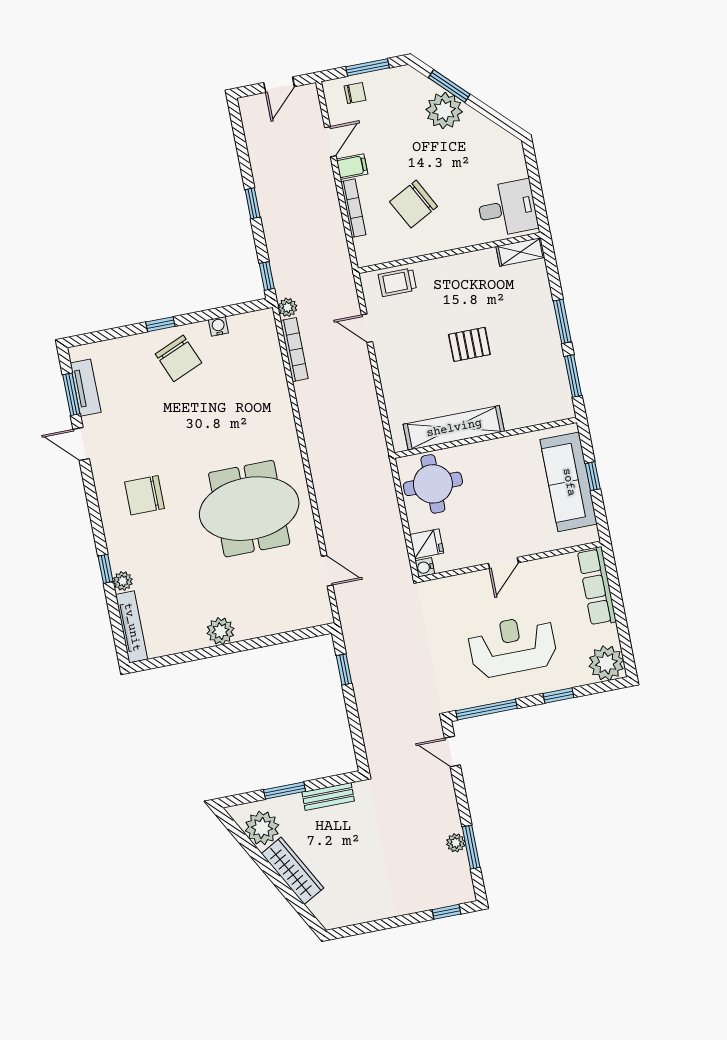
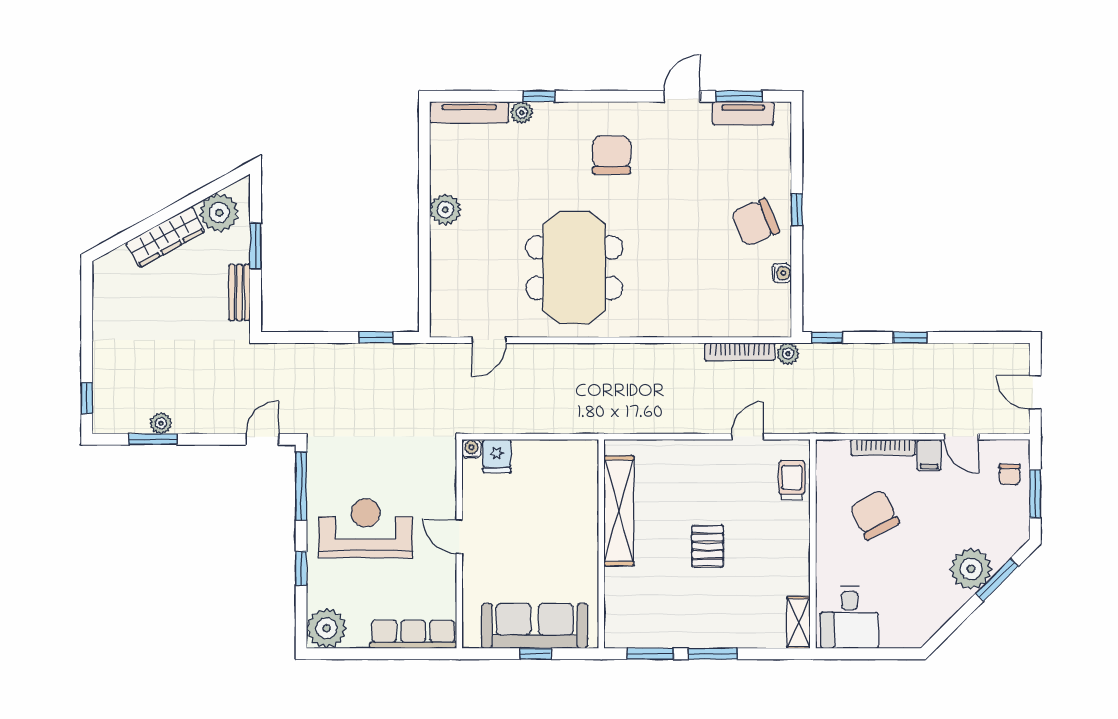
round table: (433, 484) -> (562, 476), removed
reception desk: (512, 646) -> (366, 528), turned -90

